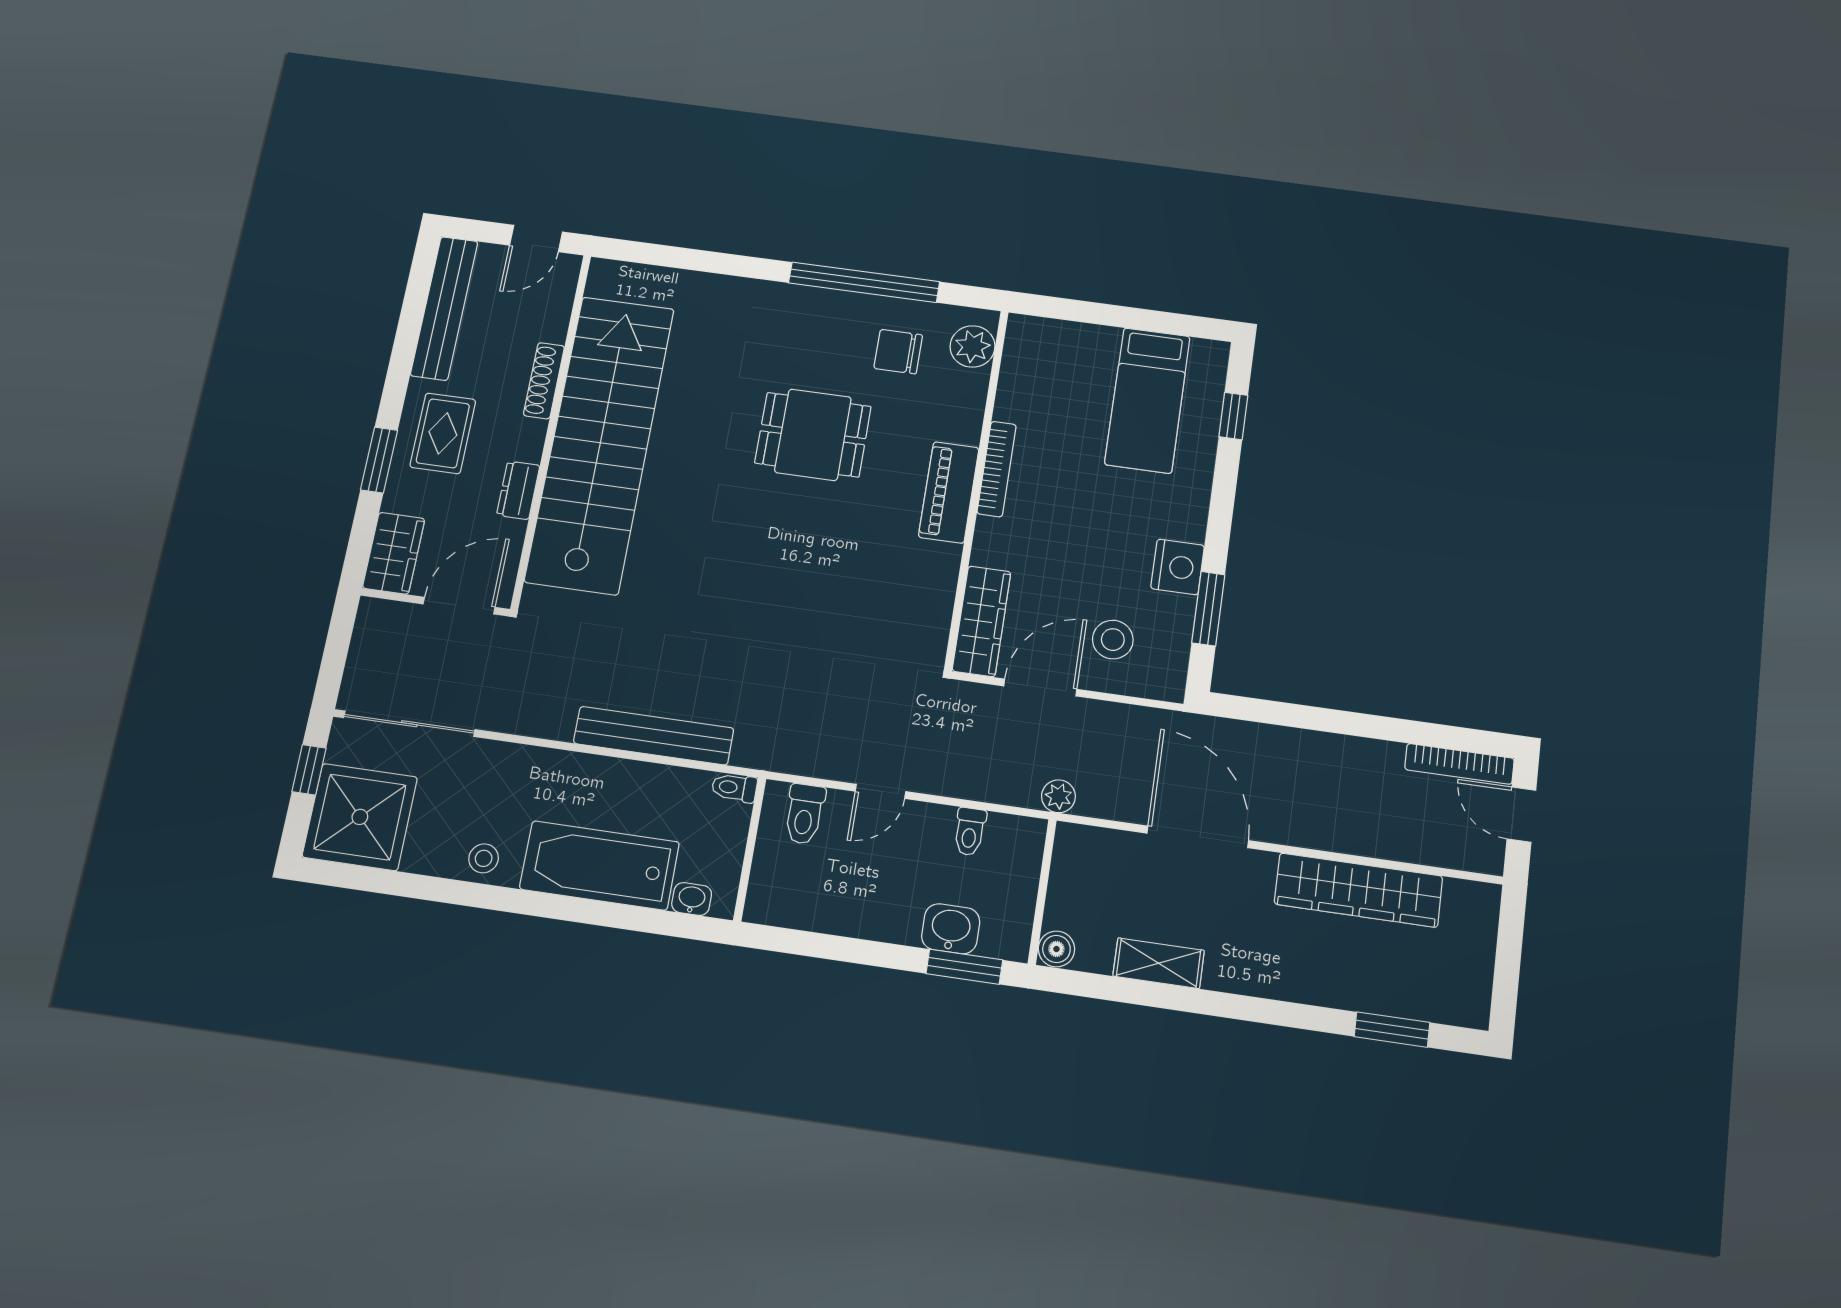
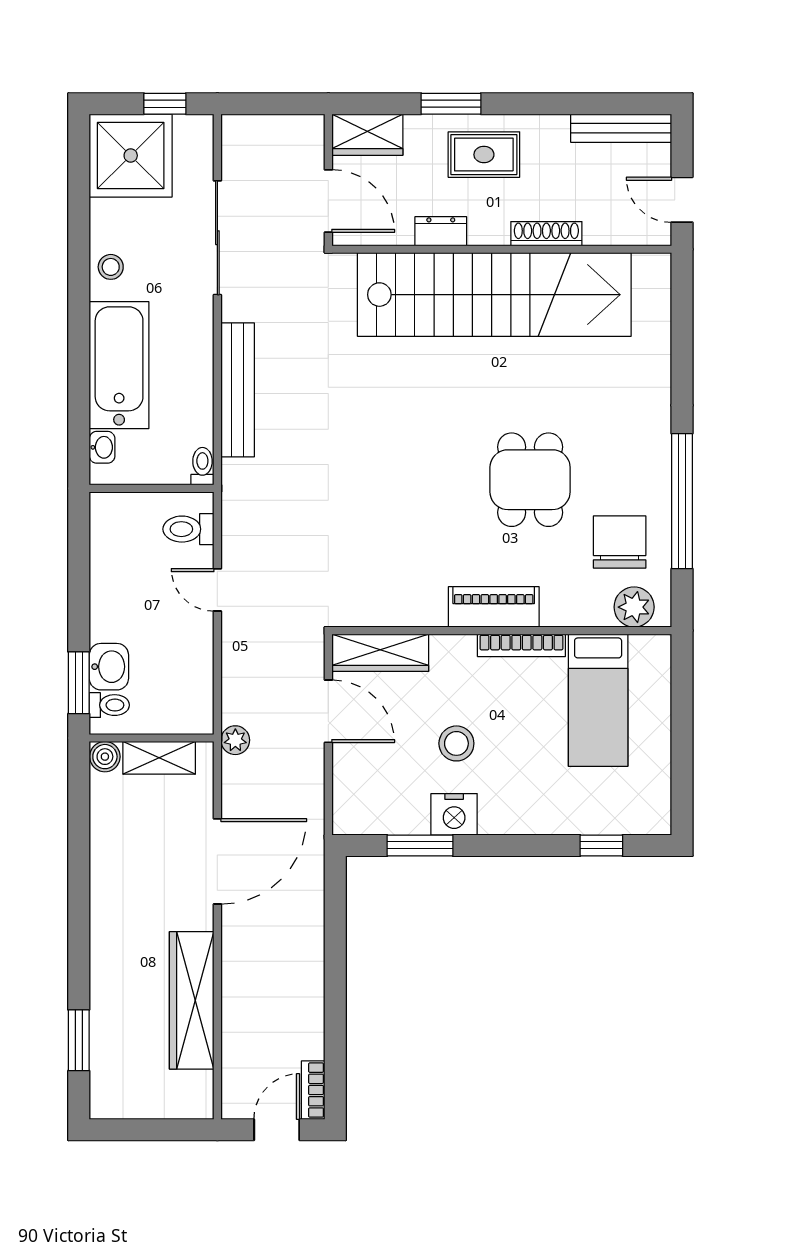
bench: (444, 308) -> (621, 128), width x0.73, depth x0.82
chair: (898, 352) -> (620, 542), width x1.37, depth x1.37
bed: (1147, 400) -> (598, 700), moved, turned -90
stool: (1113, 640) -> (456, 743), moved
sliding door: (409, 724) -> (217, 238), moved
bookcase: (1459, 764) -> (313, 1090), width x0.64
toilet: (970, 832) -> (109, 705), moved, turned 180
shelving: (1159, 963) -> (159, 758), moved, turned 90

